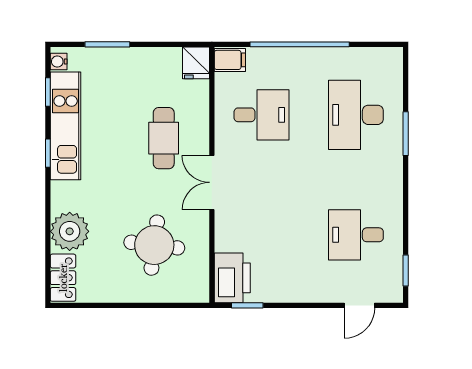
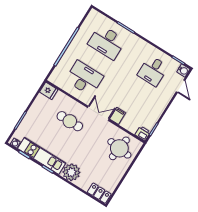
filing cabinet: (230, 60) -> (118, 116), moved
desk: (261, 115) -> (84, 78), width x1.37
double door: (212, 182) -> (98, 113), swing flipped
plant: (70, 231) -> (71, 172), moved
round table: (154, 245) -> (119, 148), moved
printer: (232, 278) -> (143, 133), width x0.53, depth x0.68
water cooler: (392, 292) -> (183, 71), added

